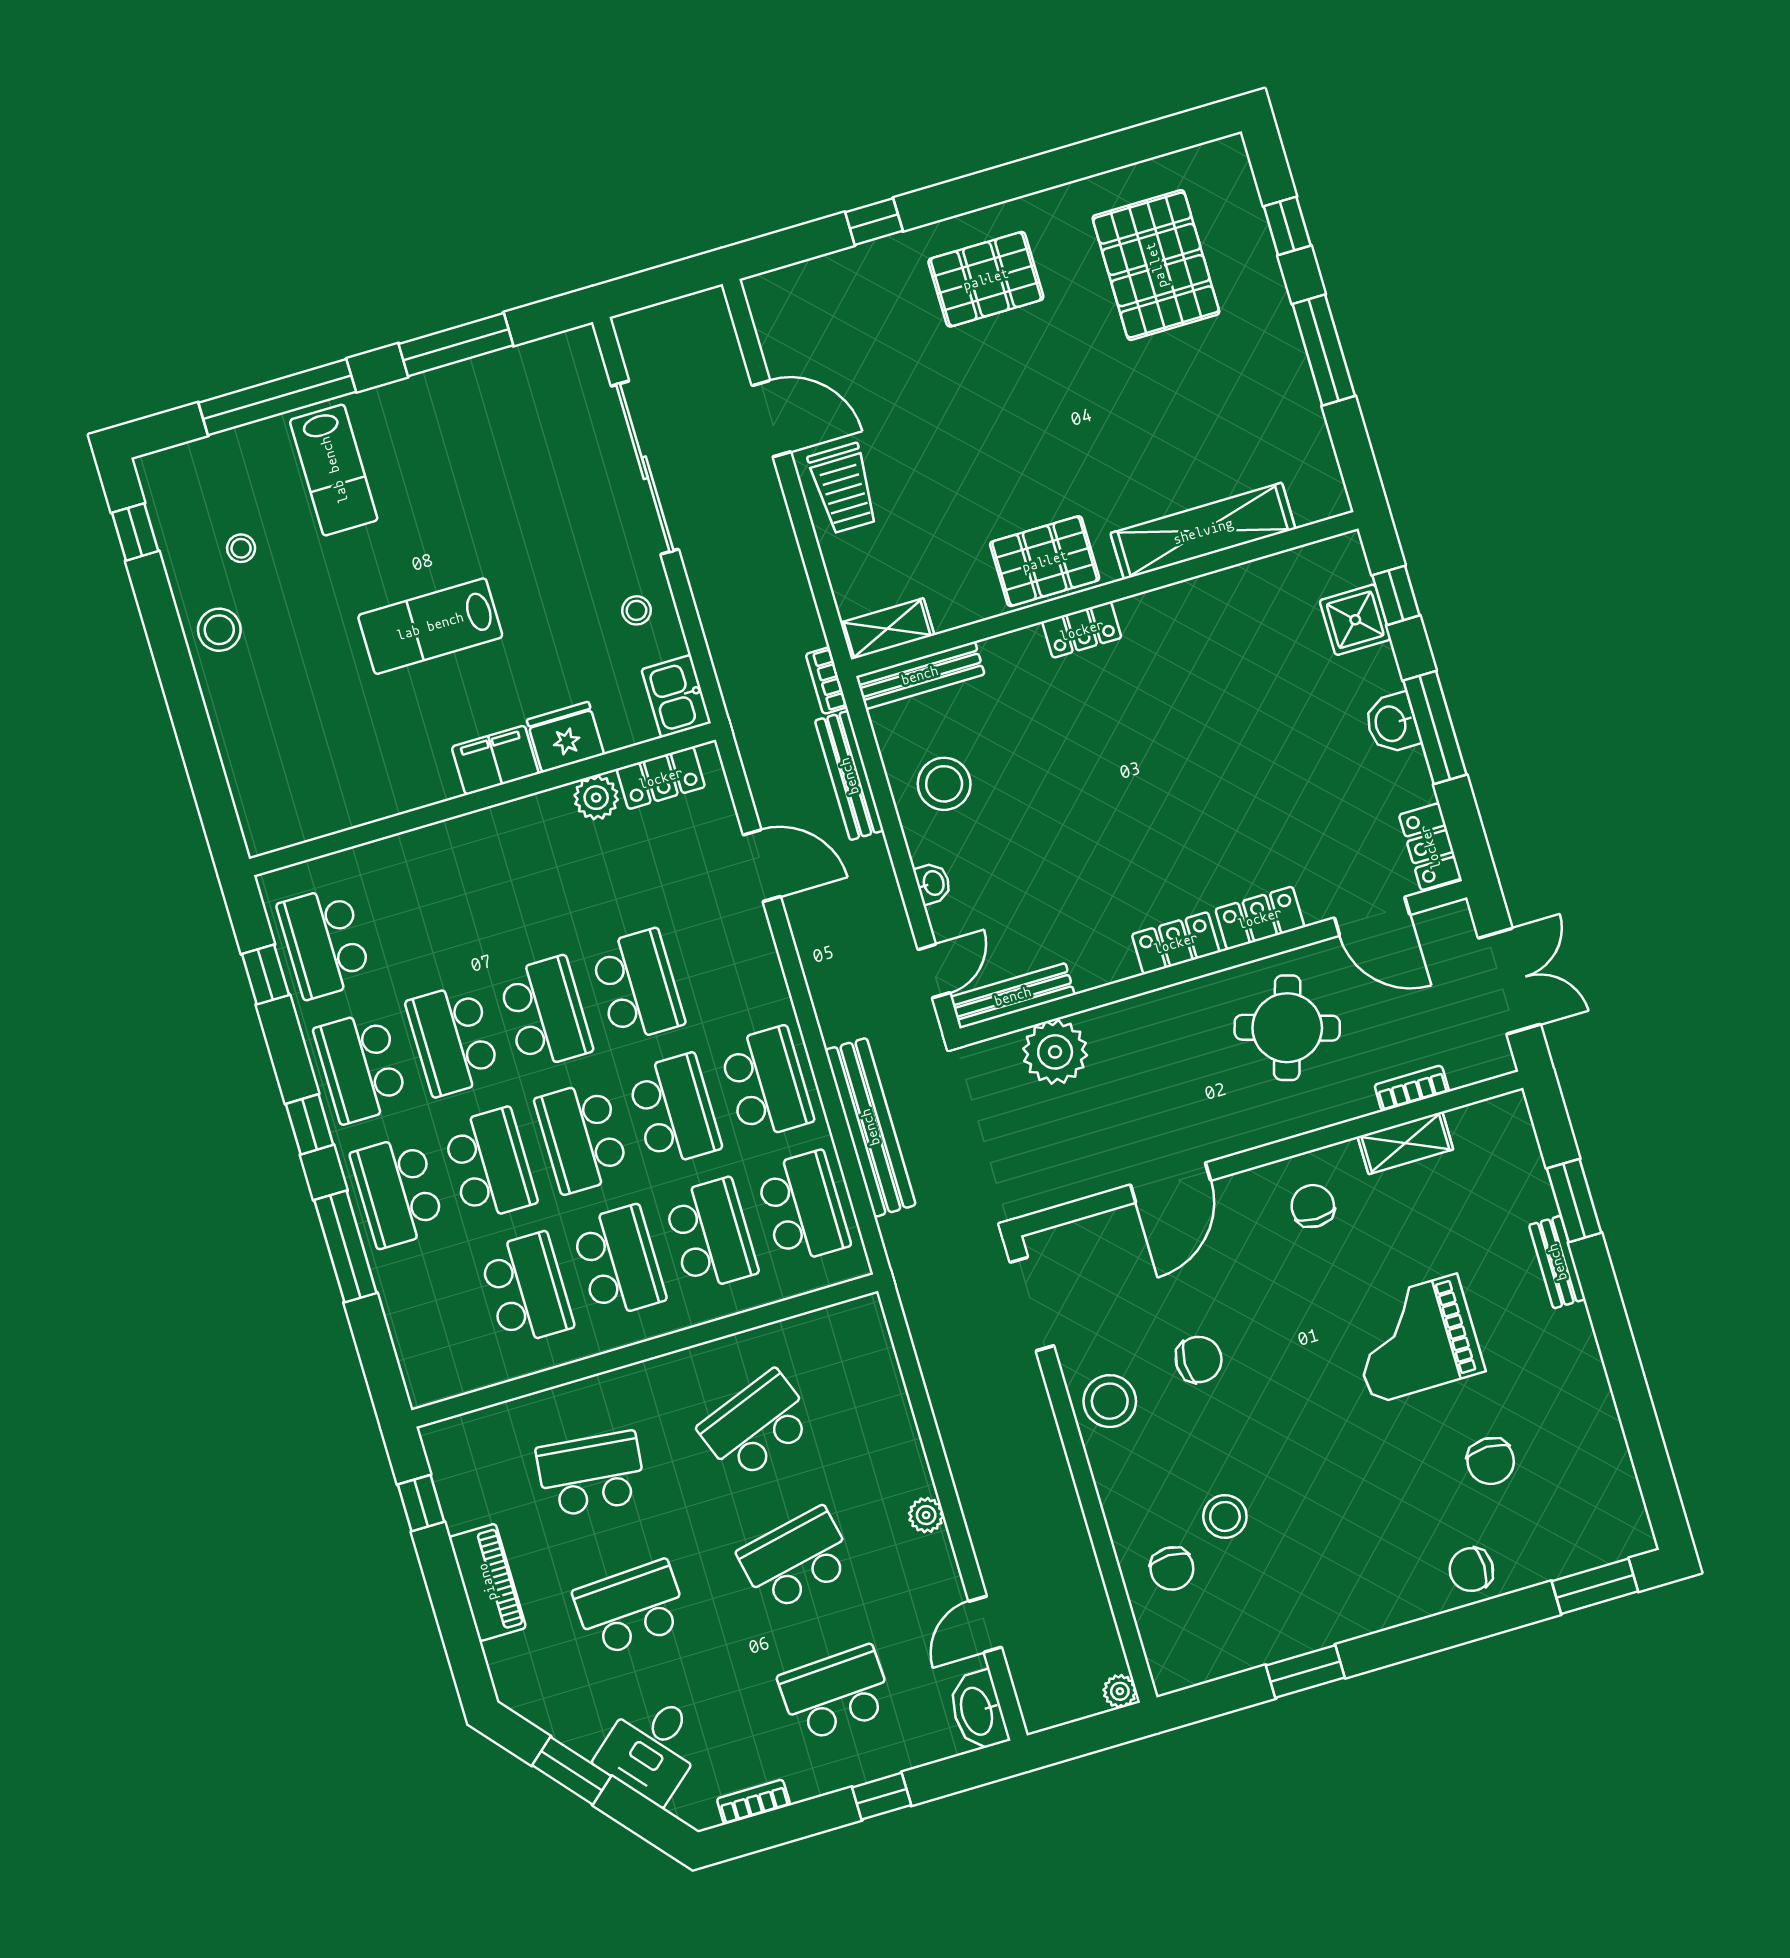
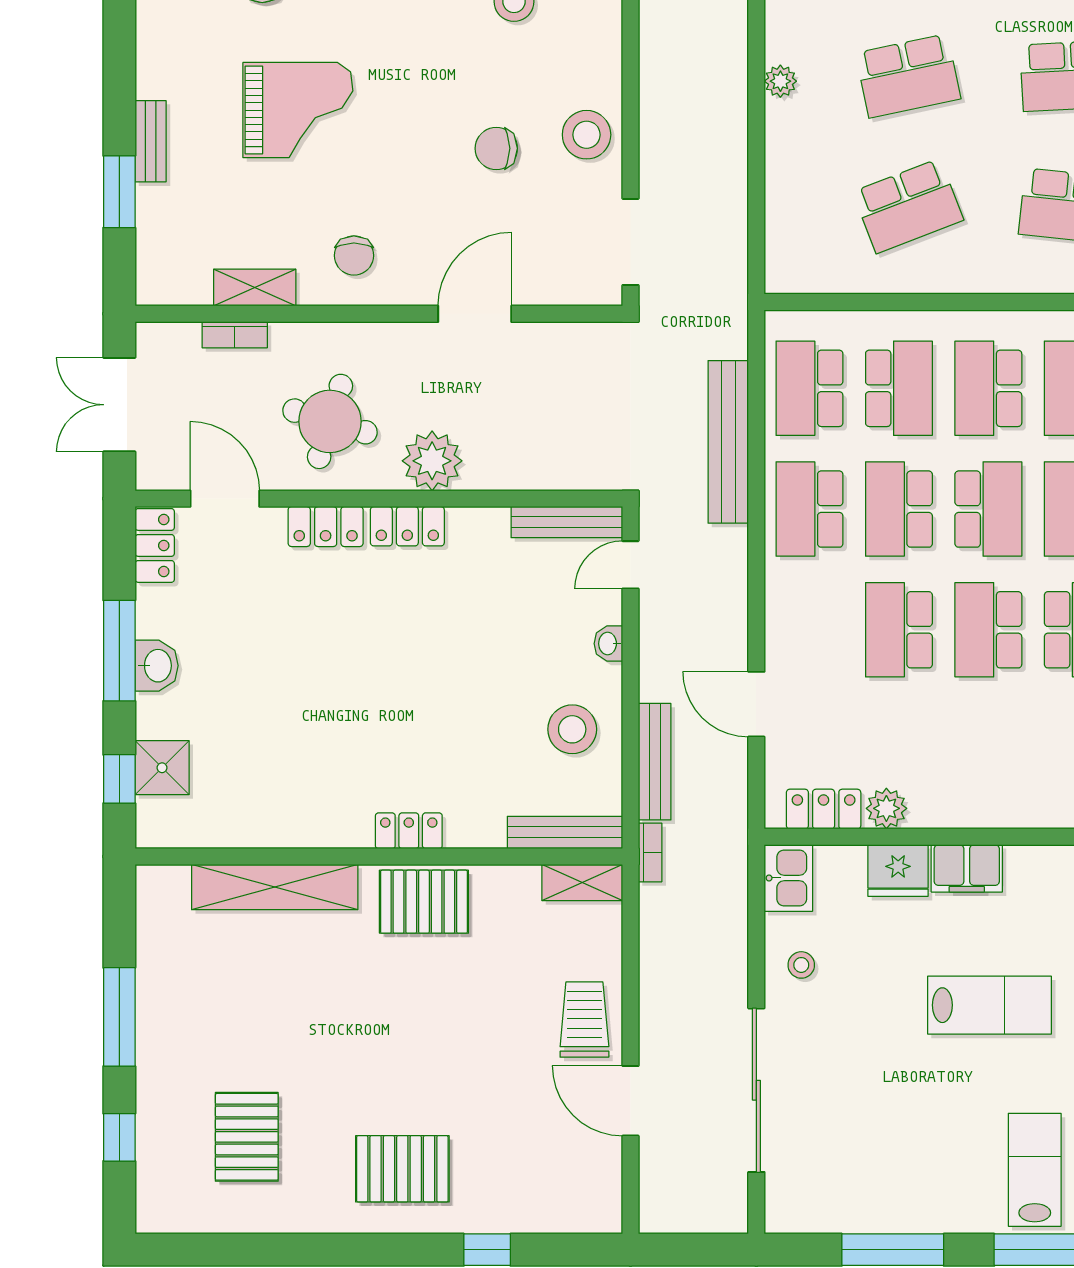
pallet: (1156, 265) -> (247, 1137), width x0.73, depth x0.71
plant: (1055, 1052) -> (432, 461), moved
school desk: (711, 1234) -> (899, 388), turned 180

